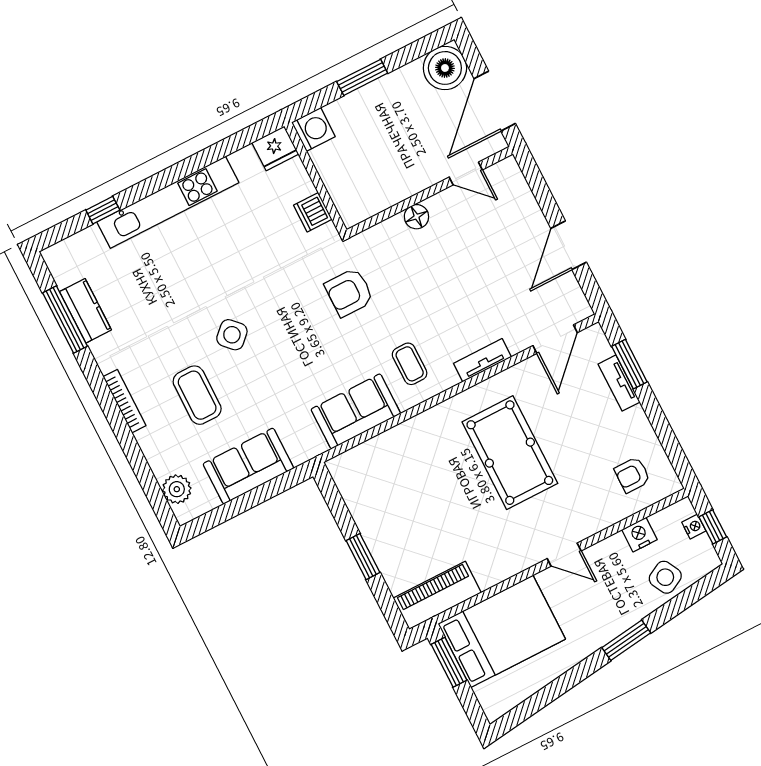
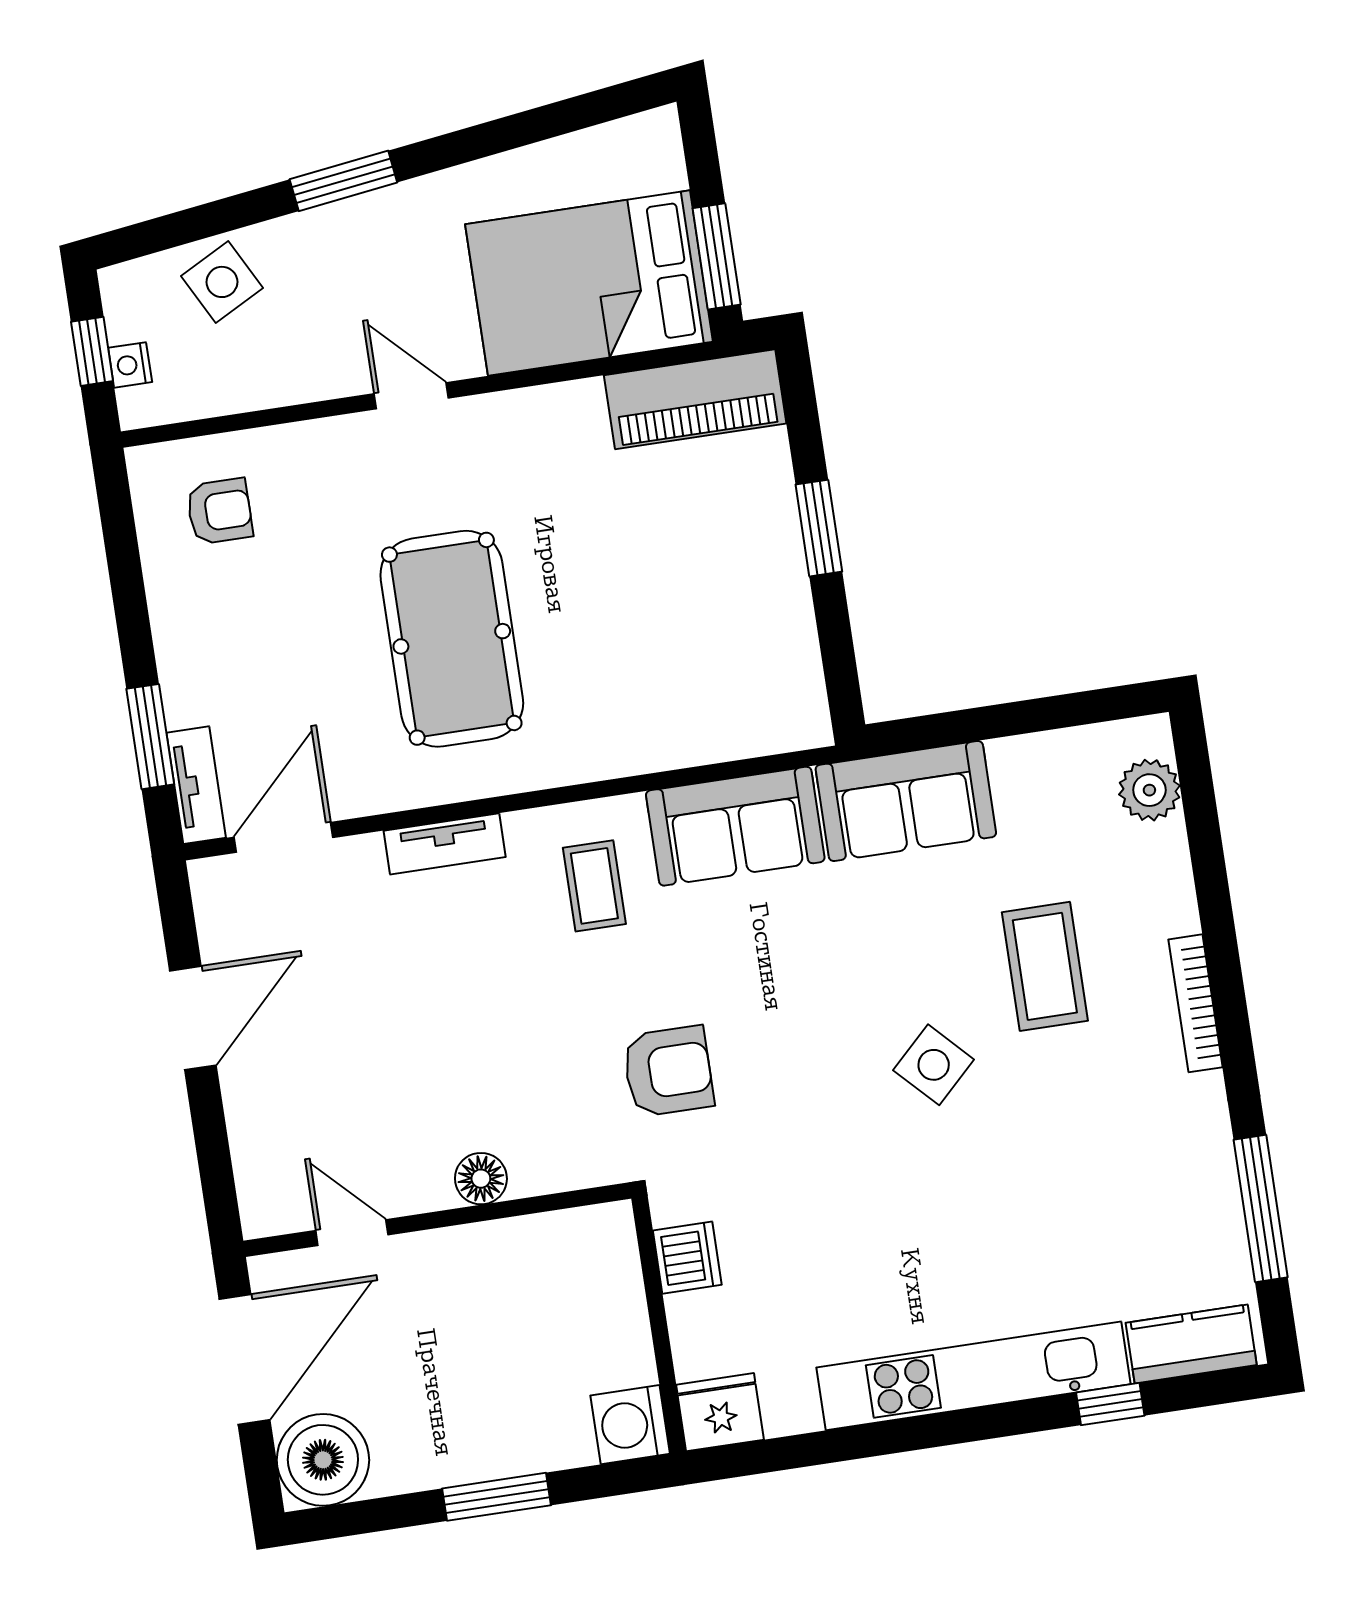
kitchen counter: (85, 311) -> (1191, 1344), moved, turned 90
tv unit: (619, 383) -> (196, 785), moved
sofa: (248, 466) -> (906, 801), moved
nightstand: (639, 535) -> (245, 385), removed

